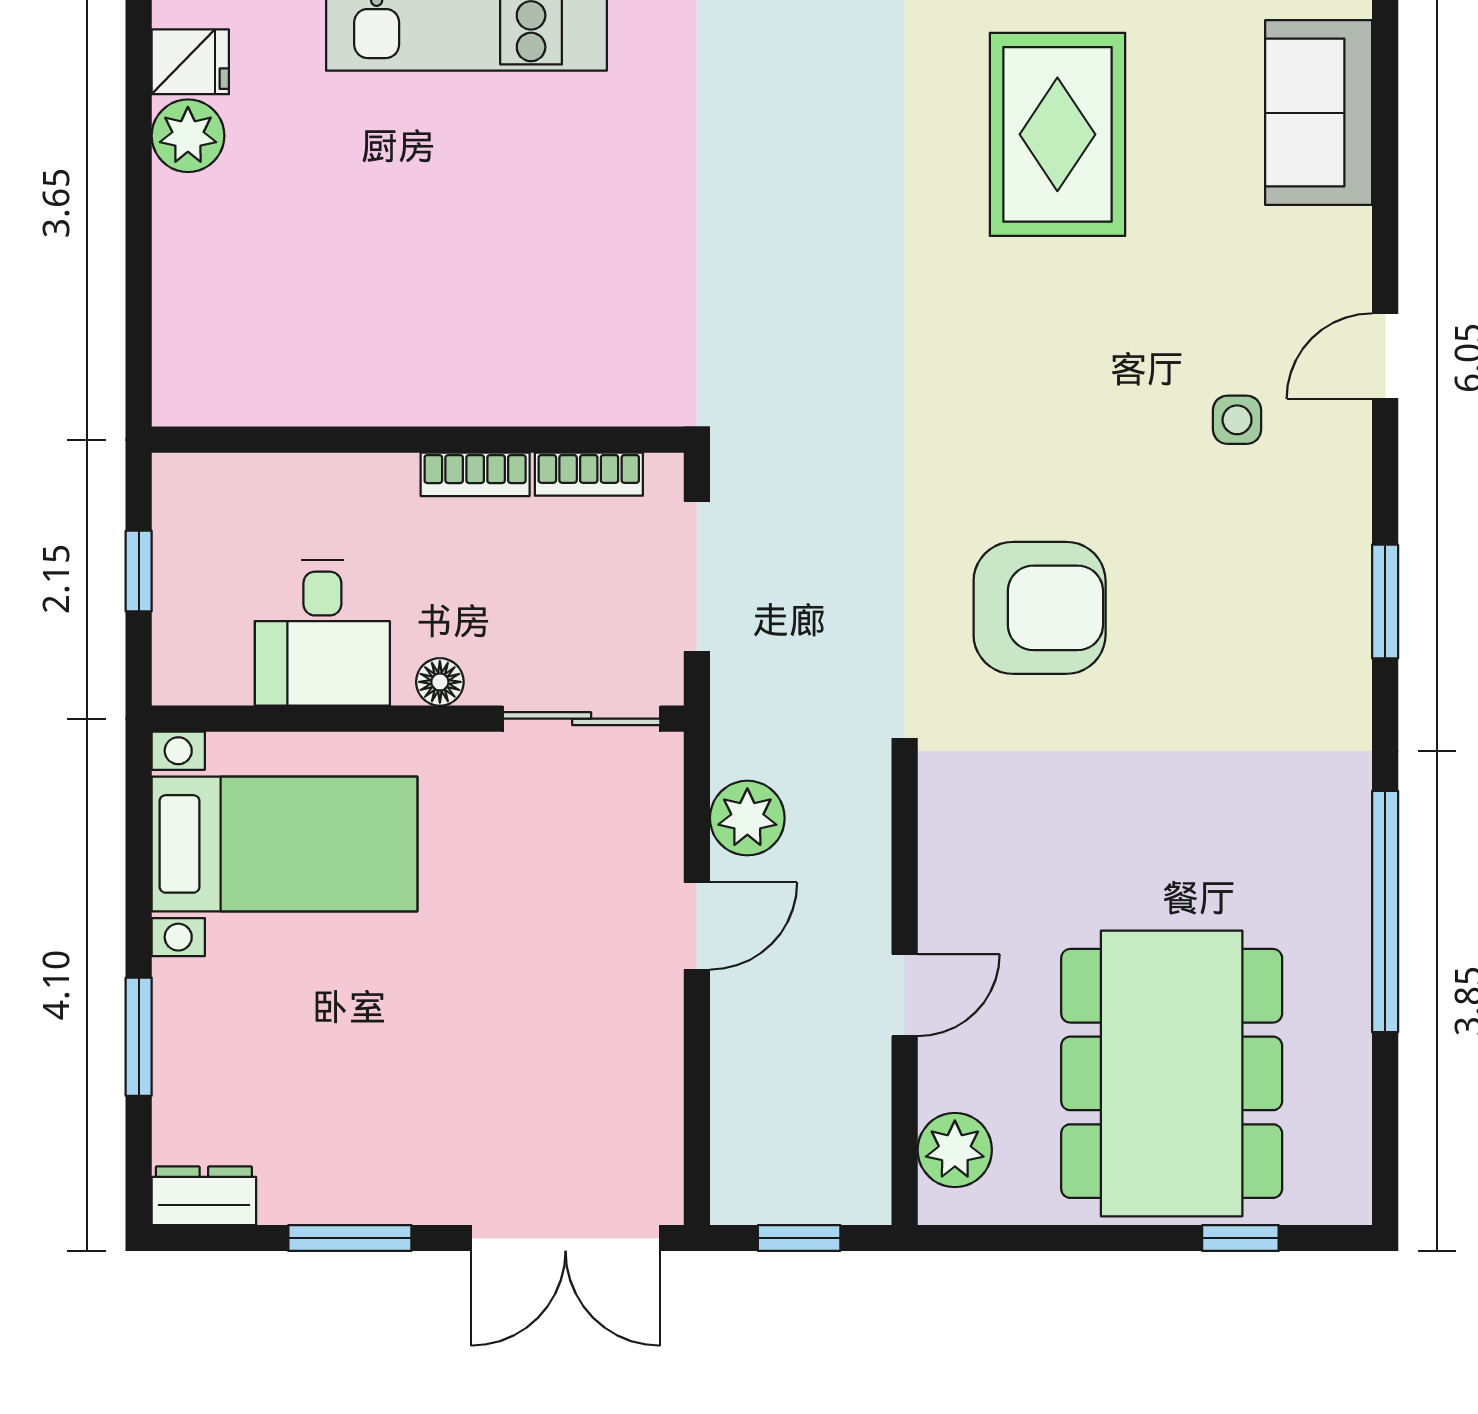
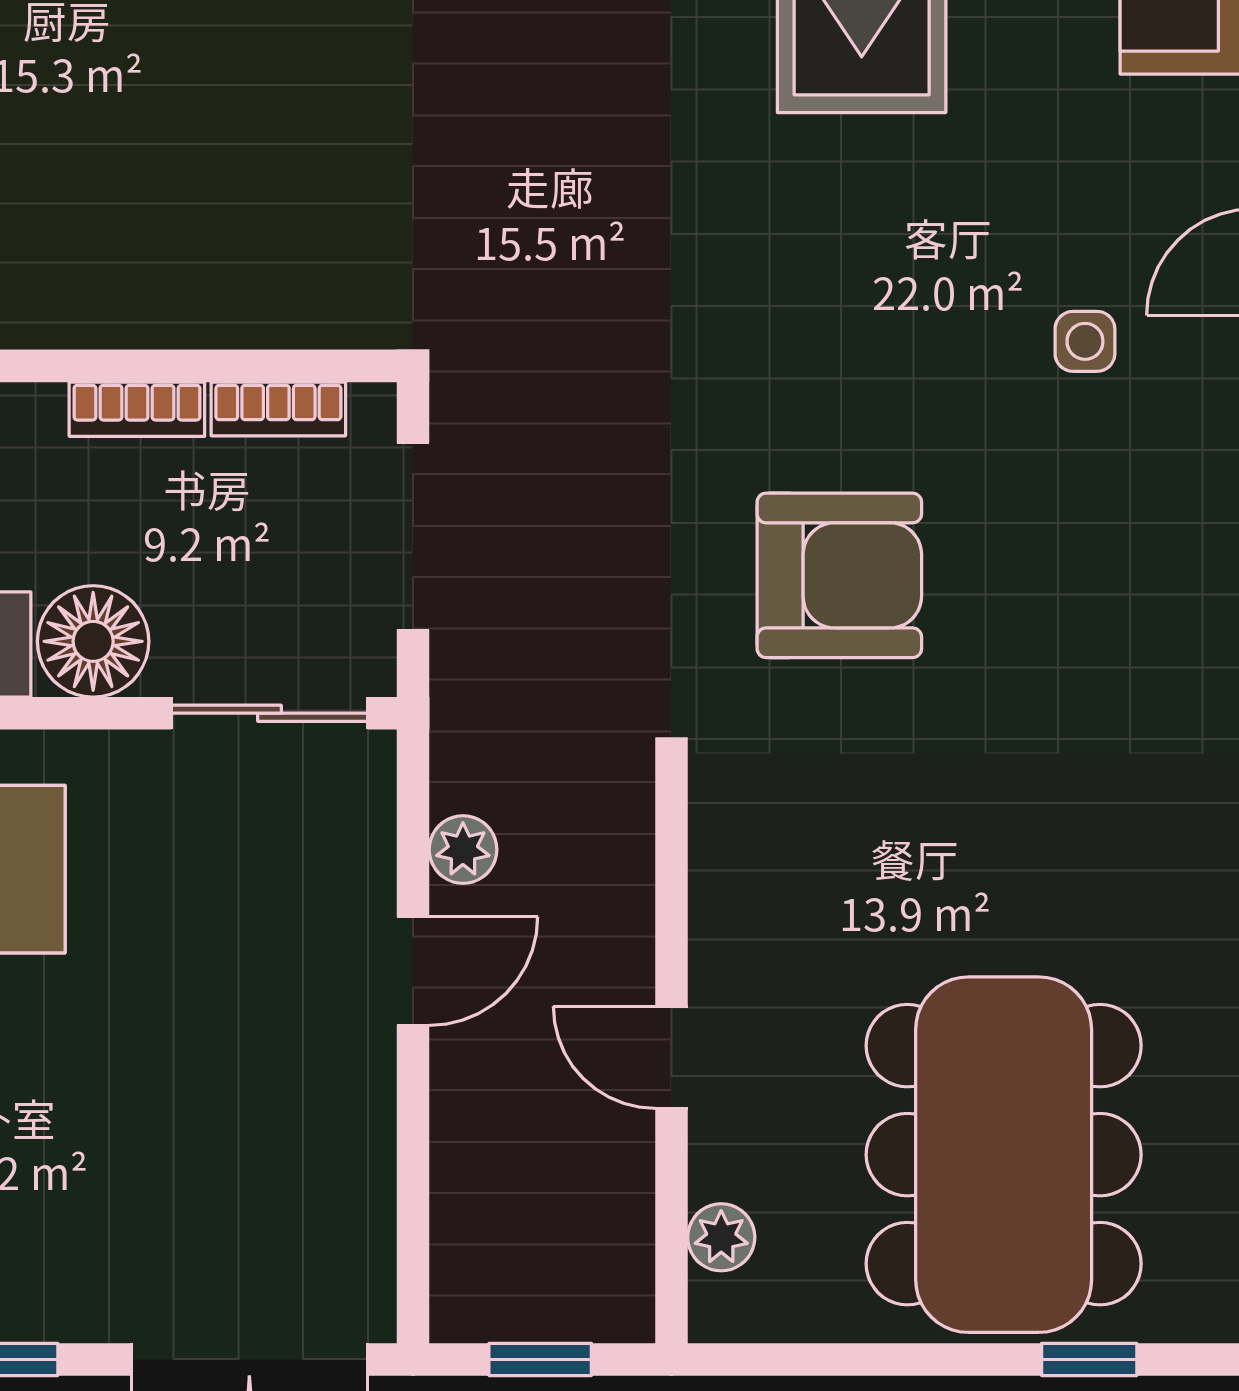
floor lamp: (440, 682) -> (93, 641), width x1.89, depth x1.89
plant: (747, 818) -> (463, 850), width x0.73, depth x0.73
door: (905, 995) -> (671, 1057), swing flipped
plant: (955, 1150) -> (721, 1237), width x0.73, depth x0.73

